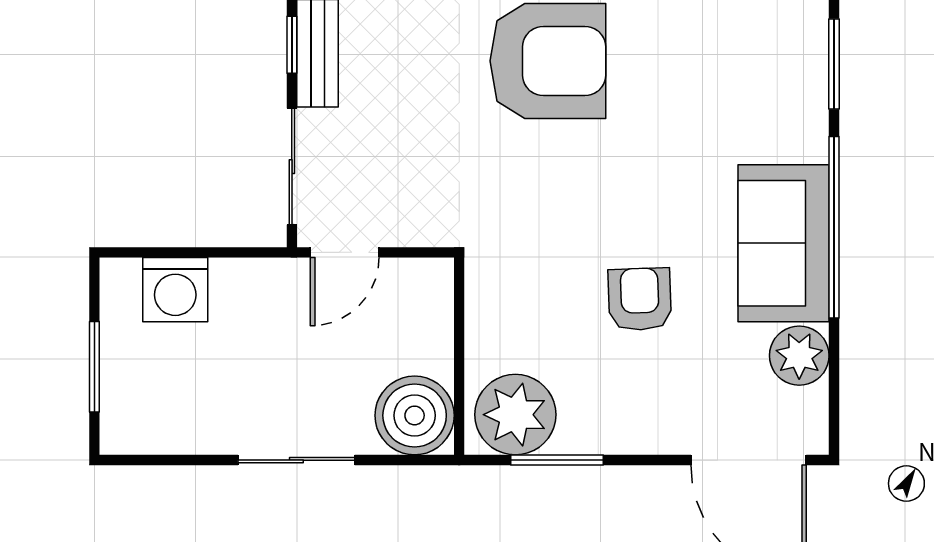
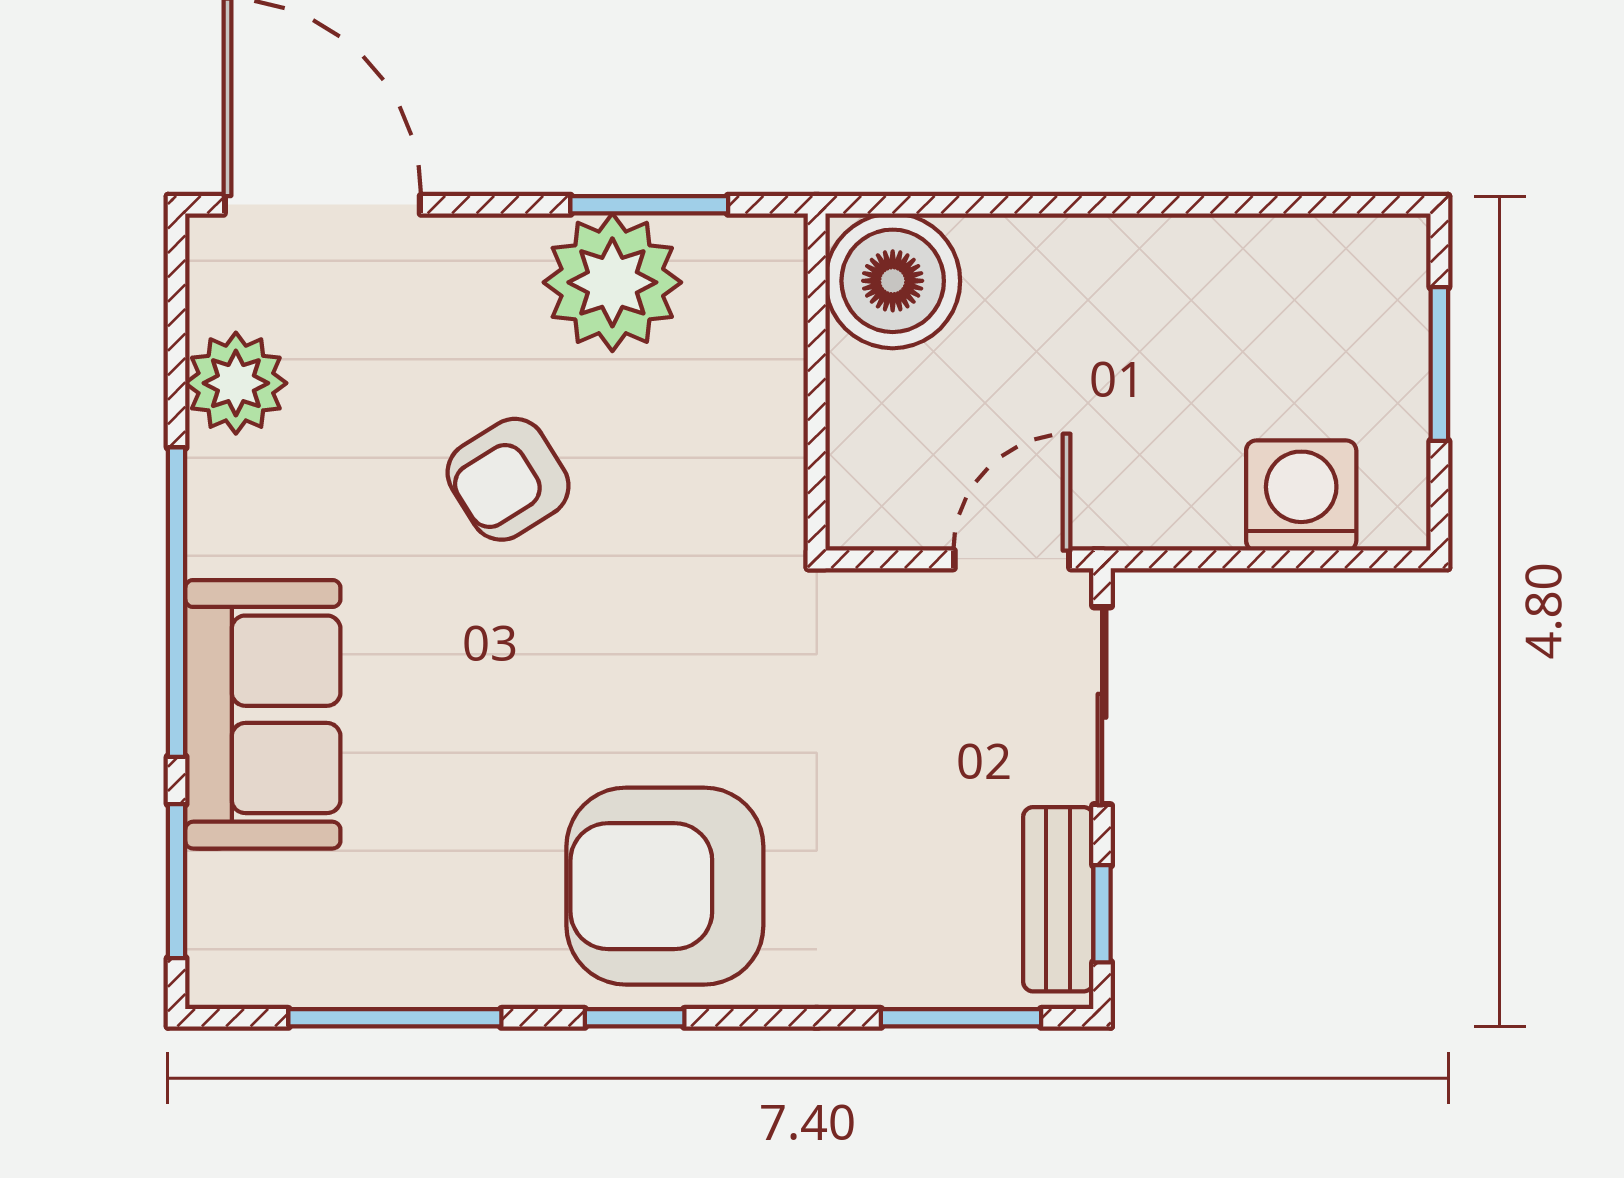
sofa: (783, 243) -> (263, 714), moved
armchair: (640, 299) -> (508, 479), turned 60
plant: (515, 415) -> (612, 282), moved
sliding door: (296, 460) -> (1094, 205), removed

